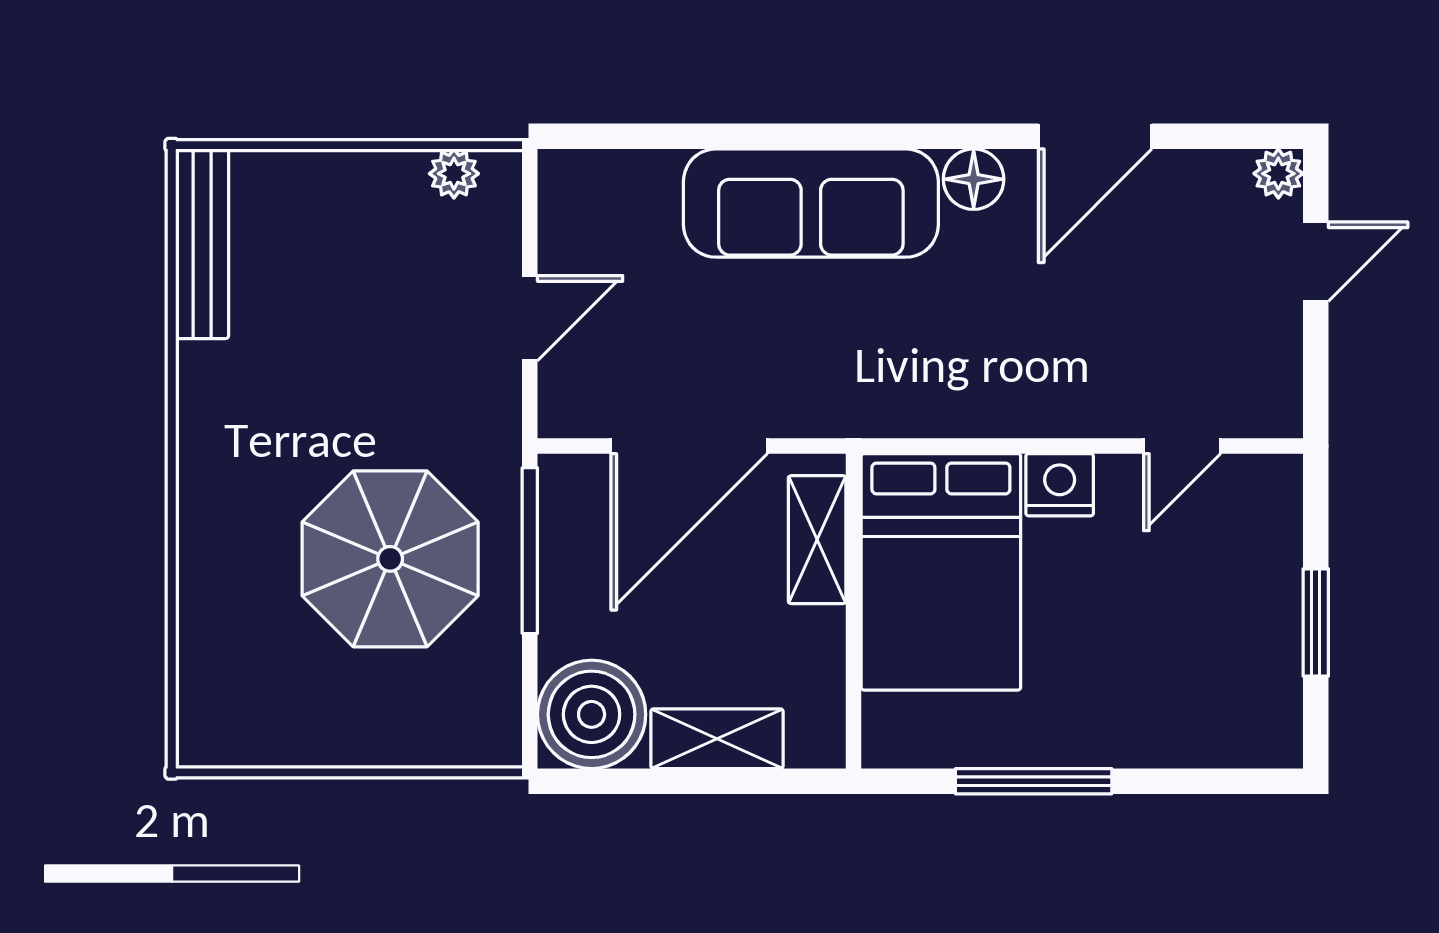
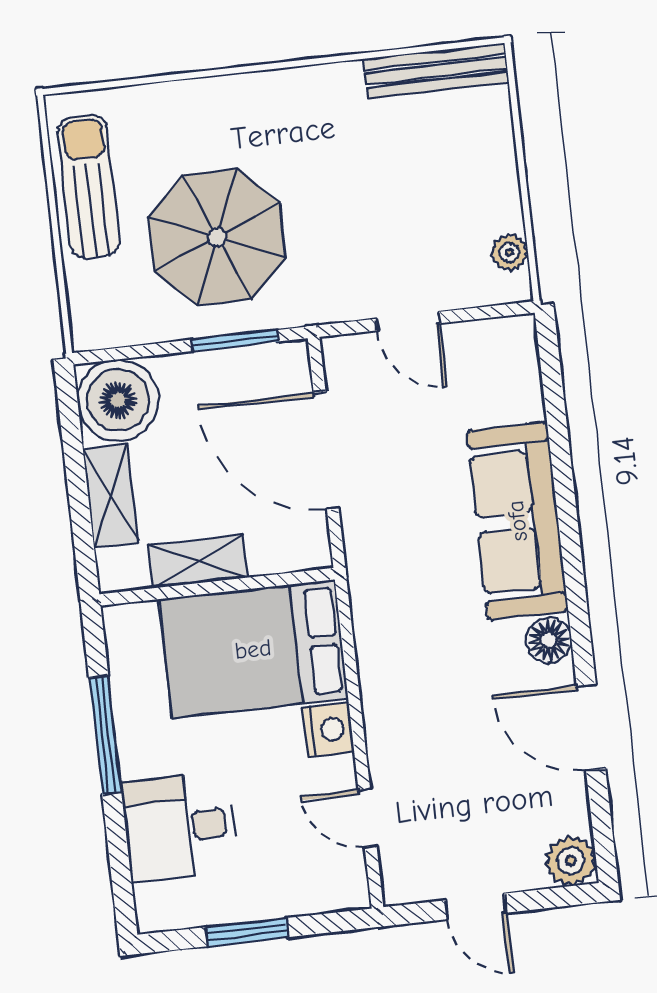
plant: (1278, 174) -> (571, 861), width x1.38, depth x1.38
door: (1316, 262) -> (476, 906), moved
shelving: (817, 540) -> (198, 561), moved
window: (530, 551) -> (235, 340), width x0.69
desk: (1167, 696) -> (180, 827), added
sun lounger: (304, 722) -> (89, 187), added

